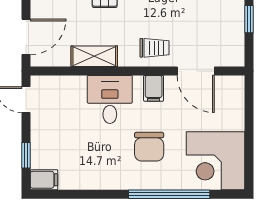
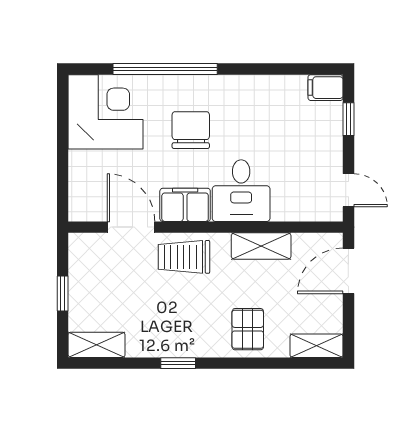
trolley: (154, 48) -> (184, 257), width x1.36, depth x1.39
filing cabinet: (154, 88) -> (185, 205), width x2.00

